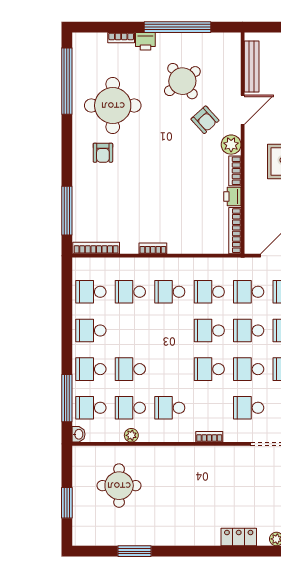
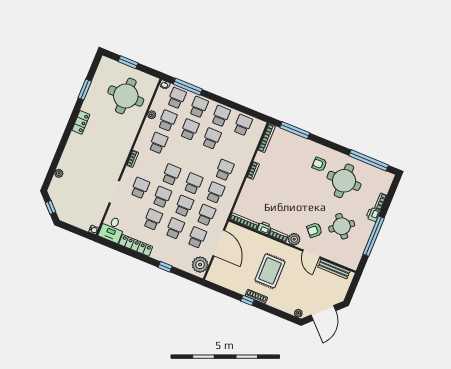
school desk: (130, 292) -> (212, 139), moved
round table: (119, 486) -> (126, 96), width x1.36, depth x1.36
locker: (239, 537) -> (81, 122), moved

